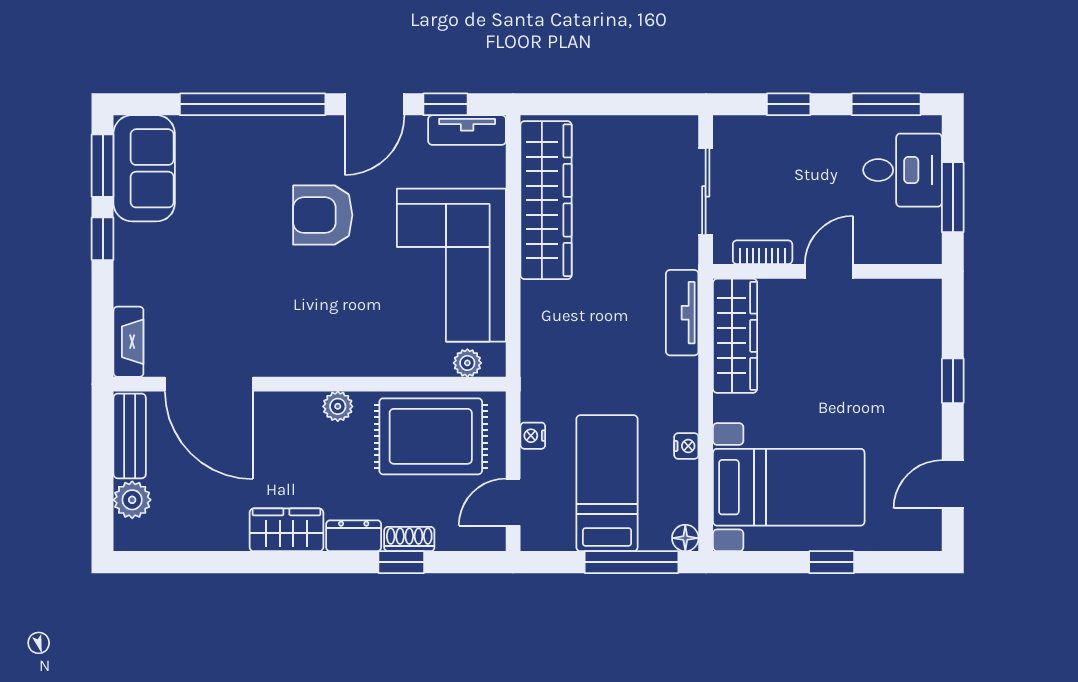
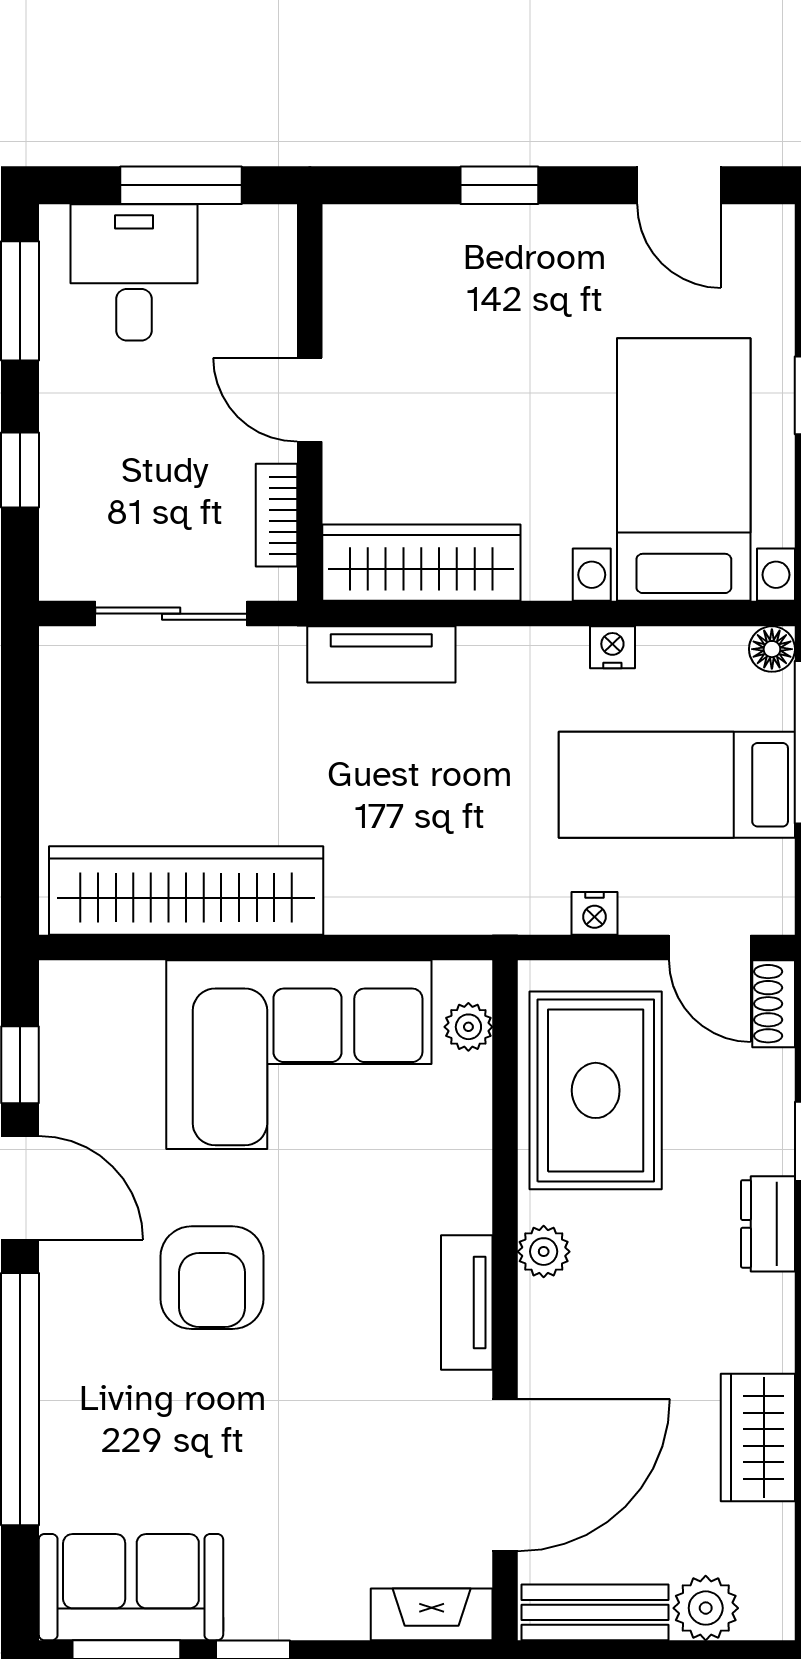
tv unit: (467, 130) -> (467, 1303), moved, turned 180
wardrobe: (286, 530) -> (758, 1438), moved
shoe rack: (409, 539) -> (774, 1004), moved

